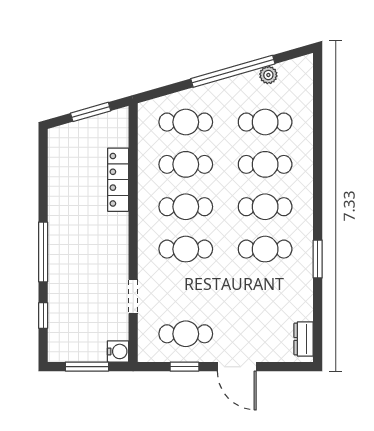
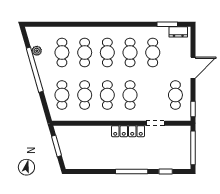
locker: (118, 180) -> (128, 131), moved
window: (318, 259) -> (167, 24), moved
cafe table: (265, 291) -> (153, 52), added
water cooler: (118, 351) -> (185, 131), removed
window: (87, 367) -> (193, 148), width x1.44
window: (185, 367) -> (193, 109), moved

